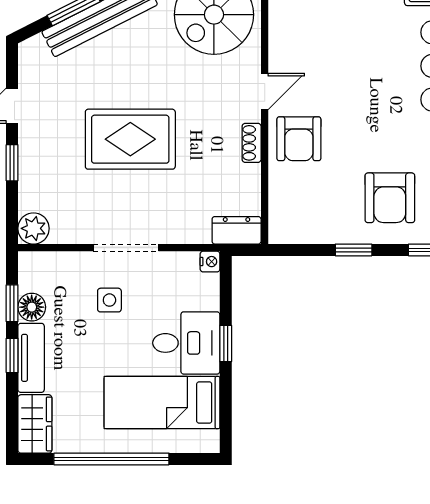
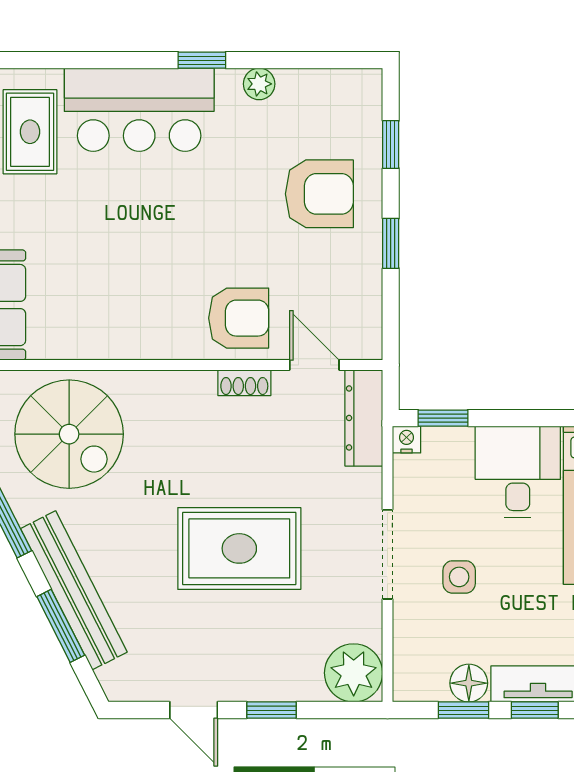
door: (265, 91) -> (314, 365), moved
rug: (130, 139) -> (239, 548), turned 90
plant: (34, 228) -> (354, 673), width x1.36, depth x1.36
dresser: (237, 230) -> (364, 418), width x1.44
window: (226, 343) -> (443, 418), moved

